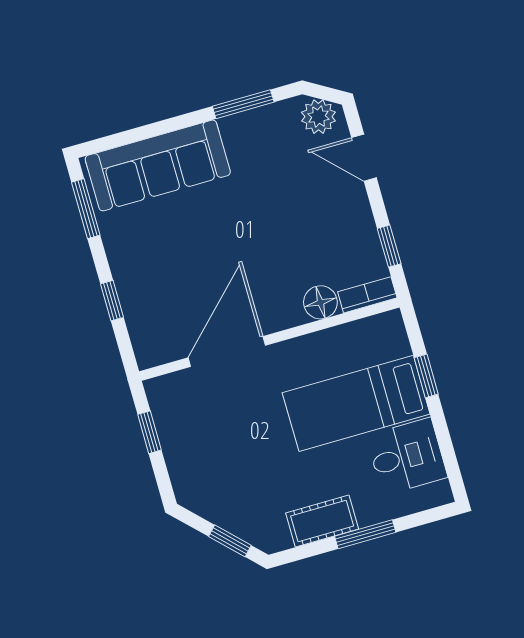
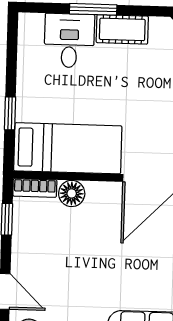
bed: (356, 403) -> (68, 148), moved
desk: (407, 456) -> (69, 41), moved, turned 90

